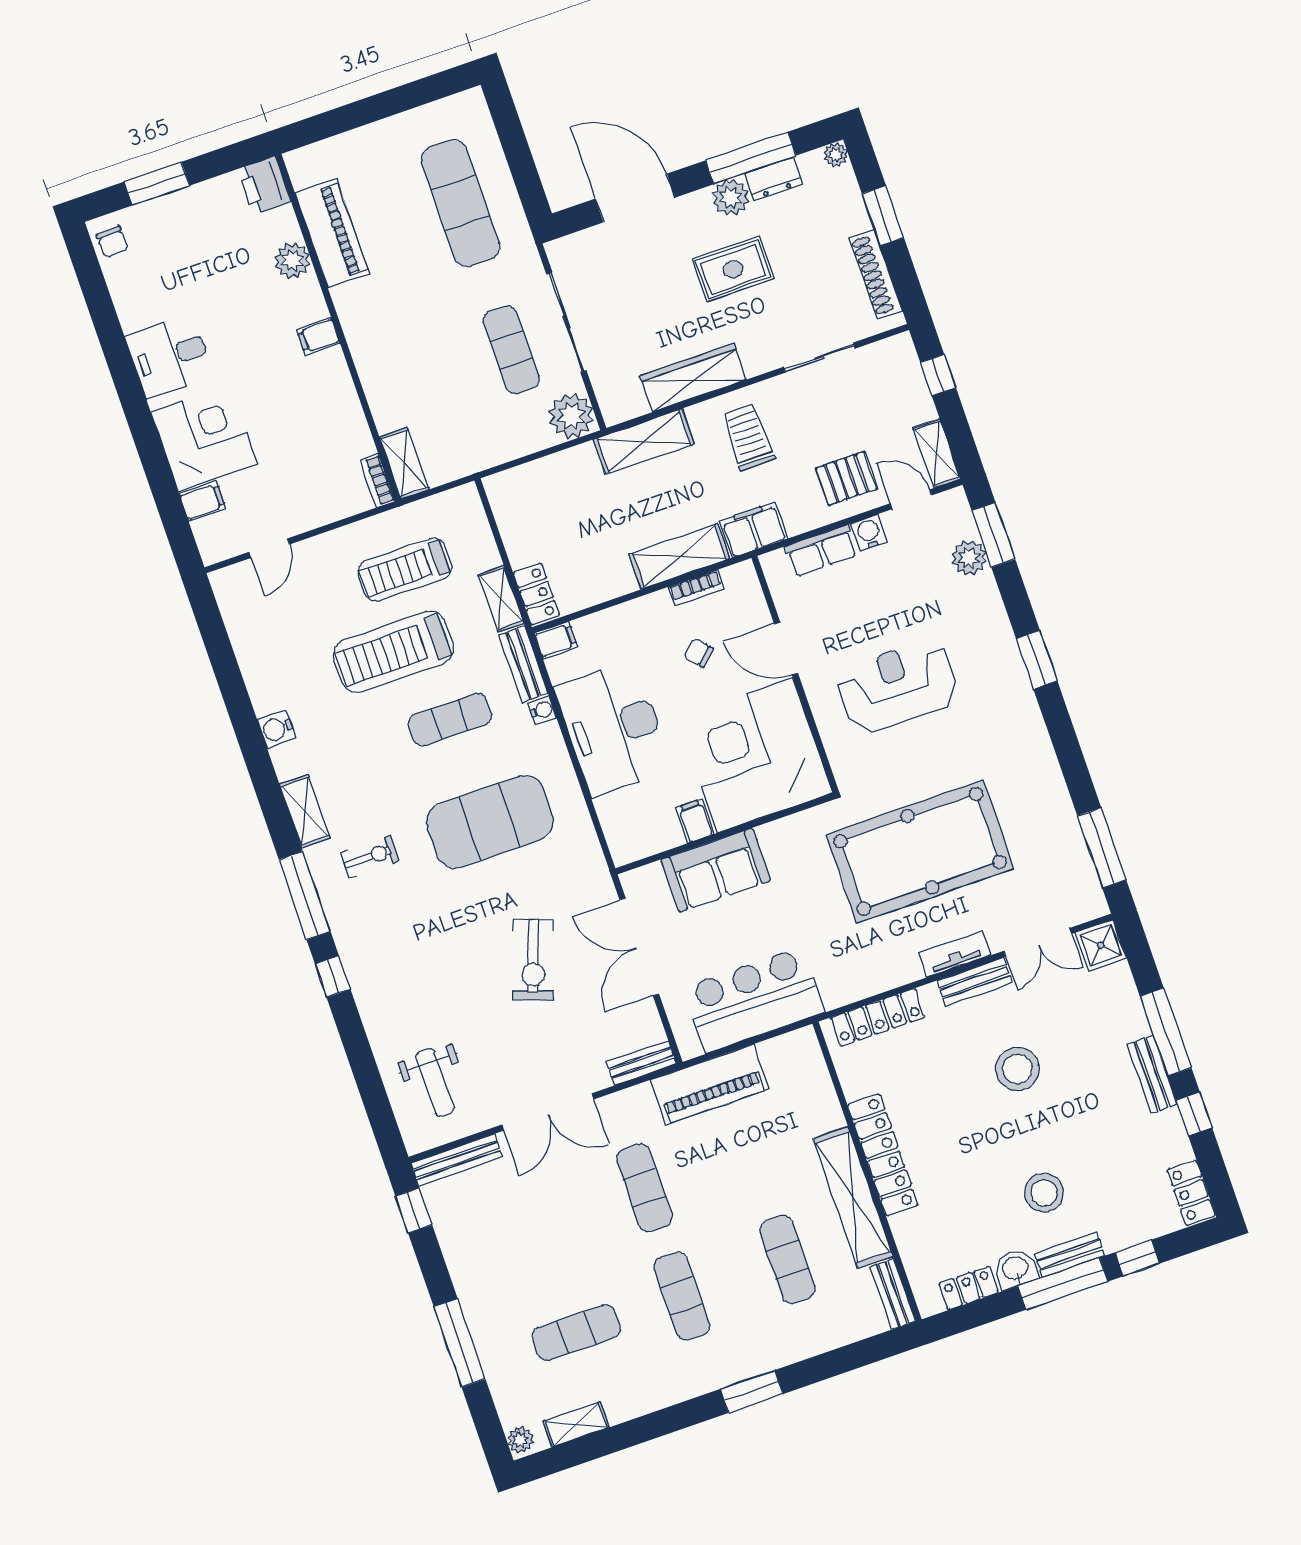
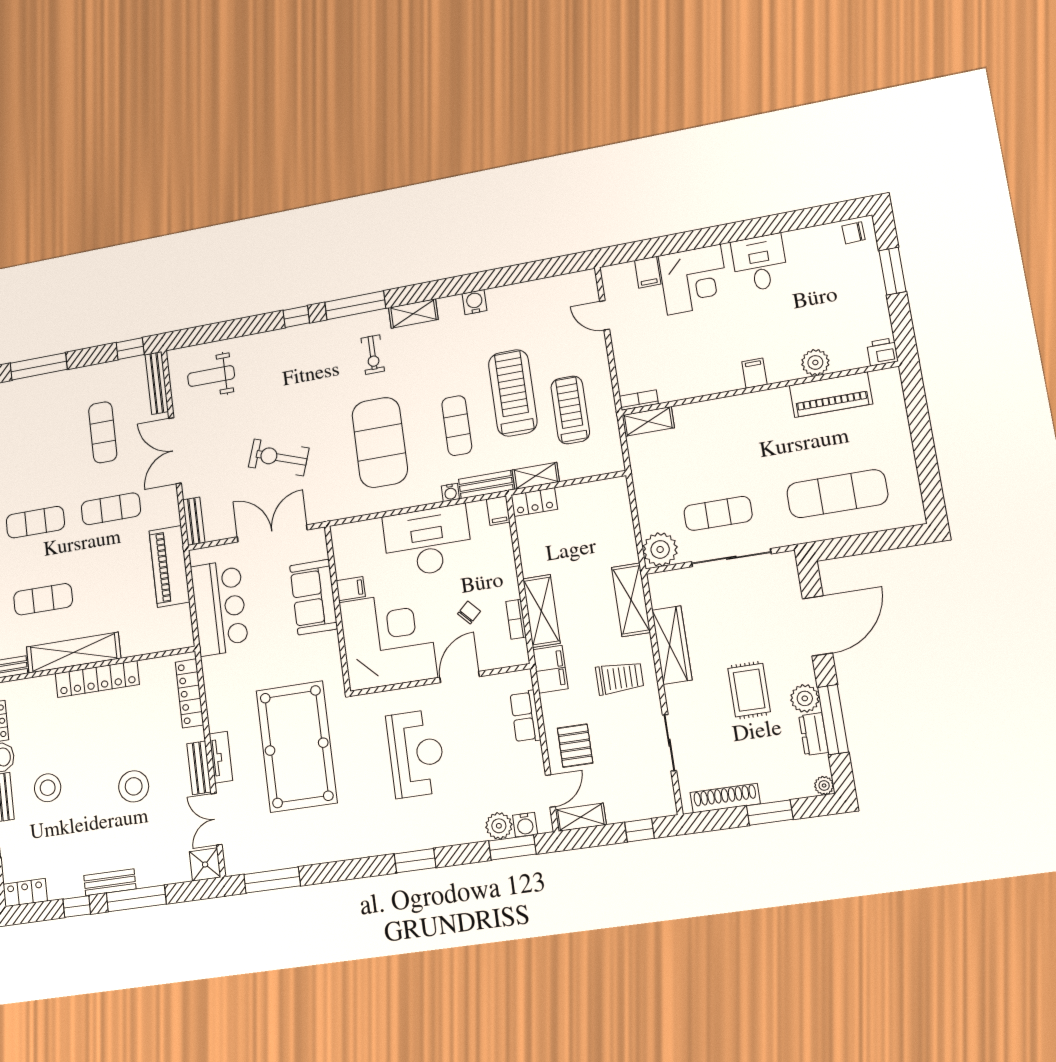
printer: (264, 185) -> (882, 352), width x0.73, depth x0.81
water cooler: (869, 533) -> (525, 825), moved, turned 90
exercise mat: (576, 1333) -> (103, 432), moved

